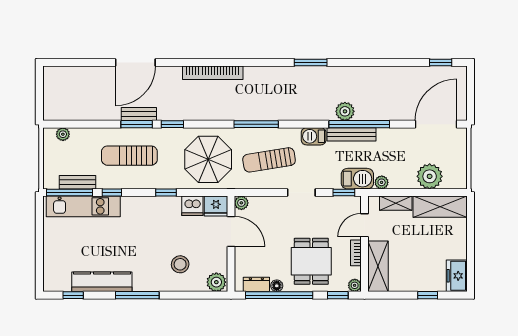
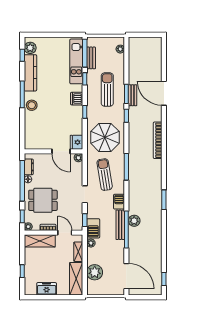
dishwasher: (192, 206) -> (77, 99), moved
door: (231, 231) -> (61, 151), hinge flipped
stool: (180, 264) -> (32, 105), moved
freezer: (457, 276) -> (47, 289), moved
plant: (216, 282) -> (30, 48), moved

